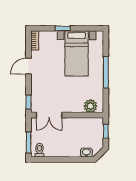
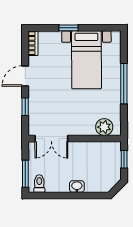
window: (29, 102) -> (25, 107), moved
washbasin: (86, 153) -> (77, 186), moved

